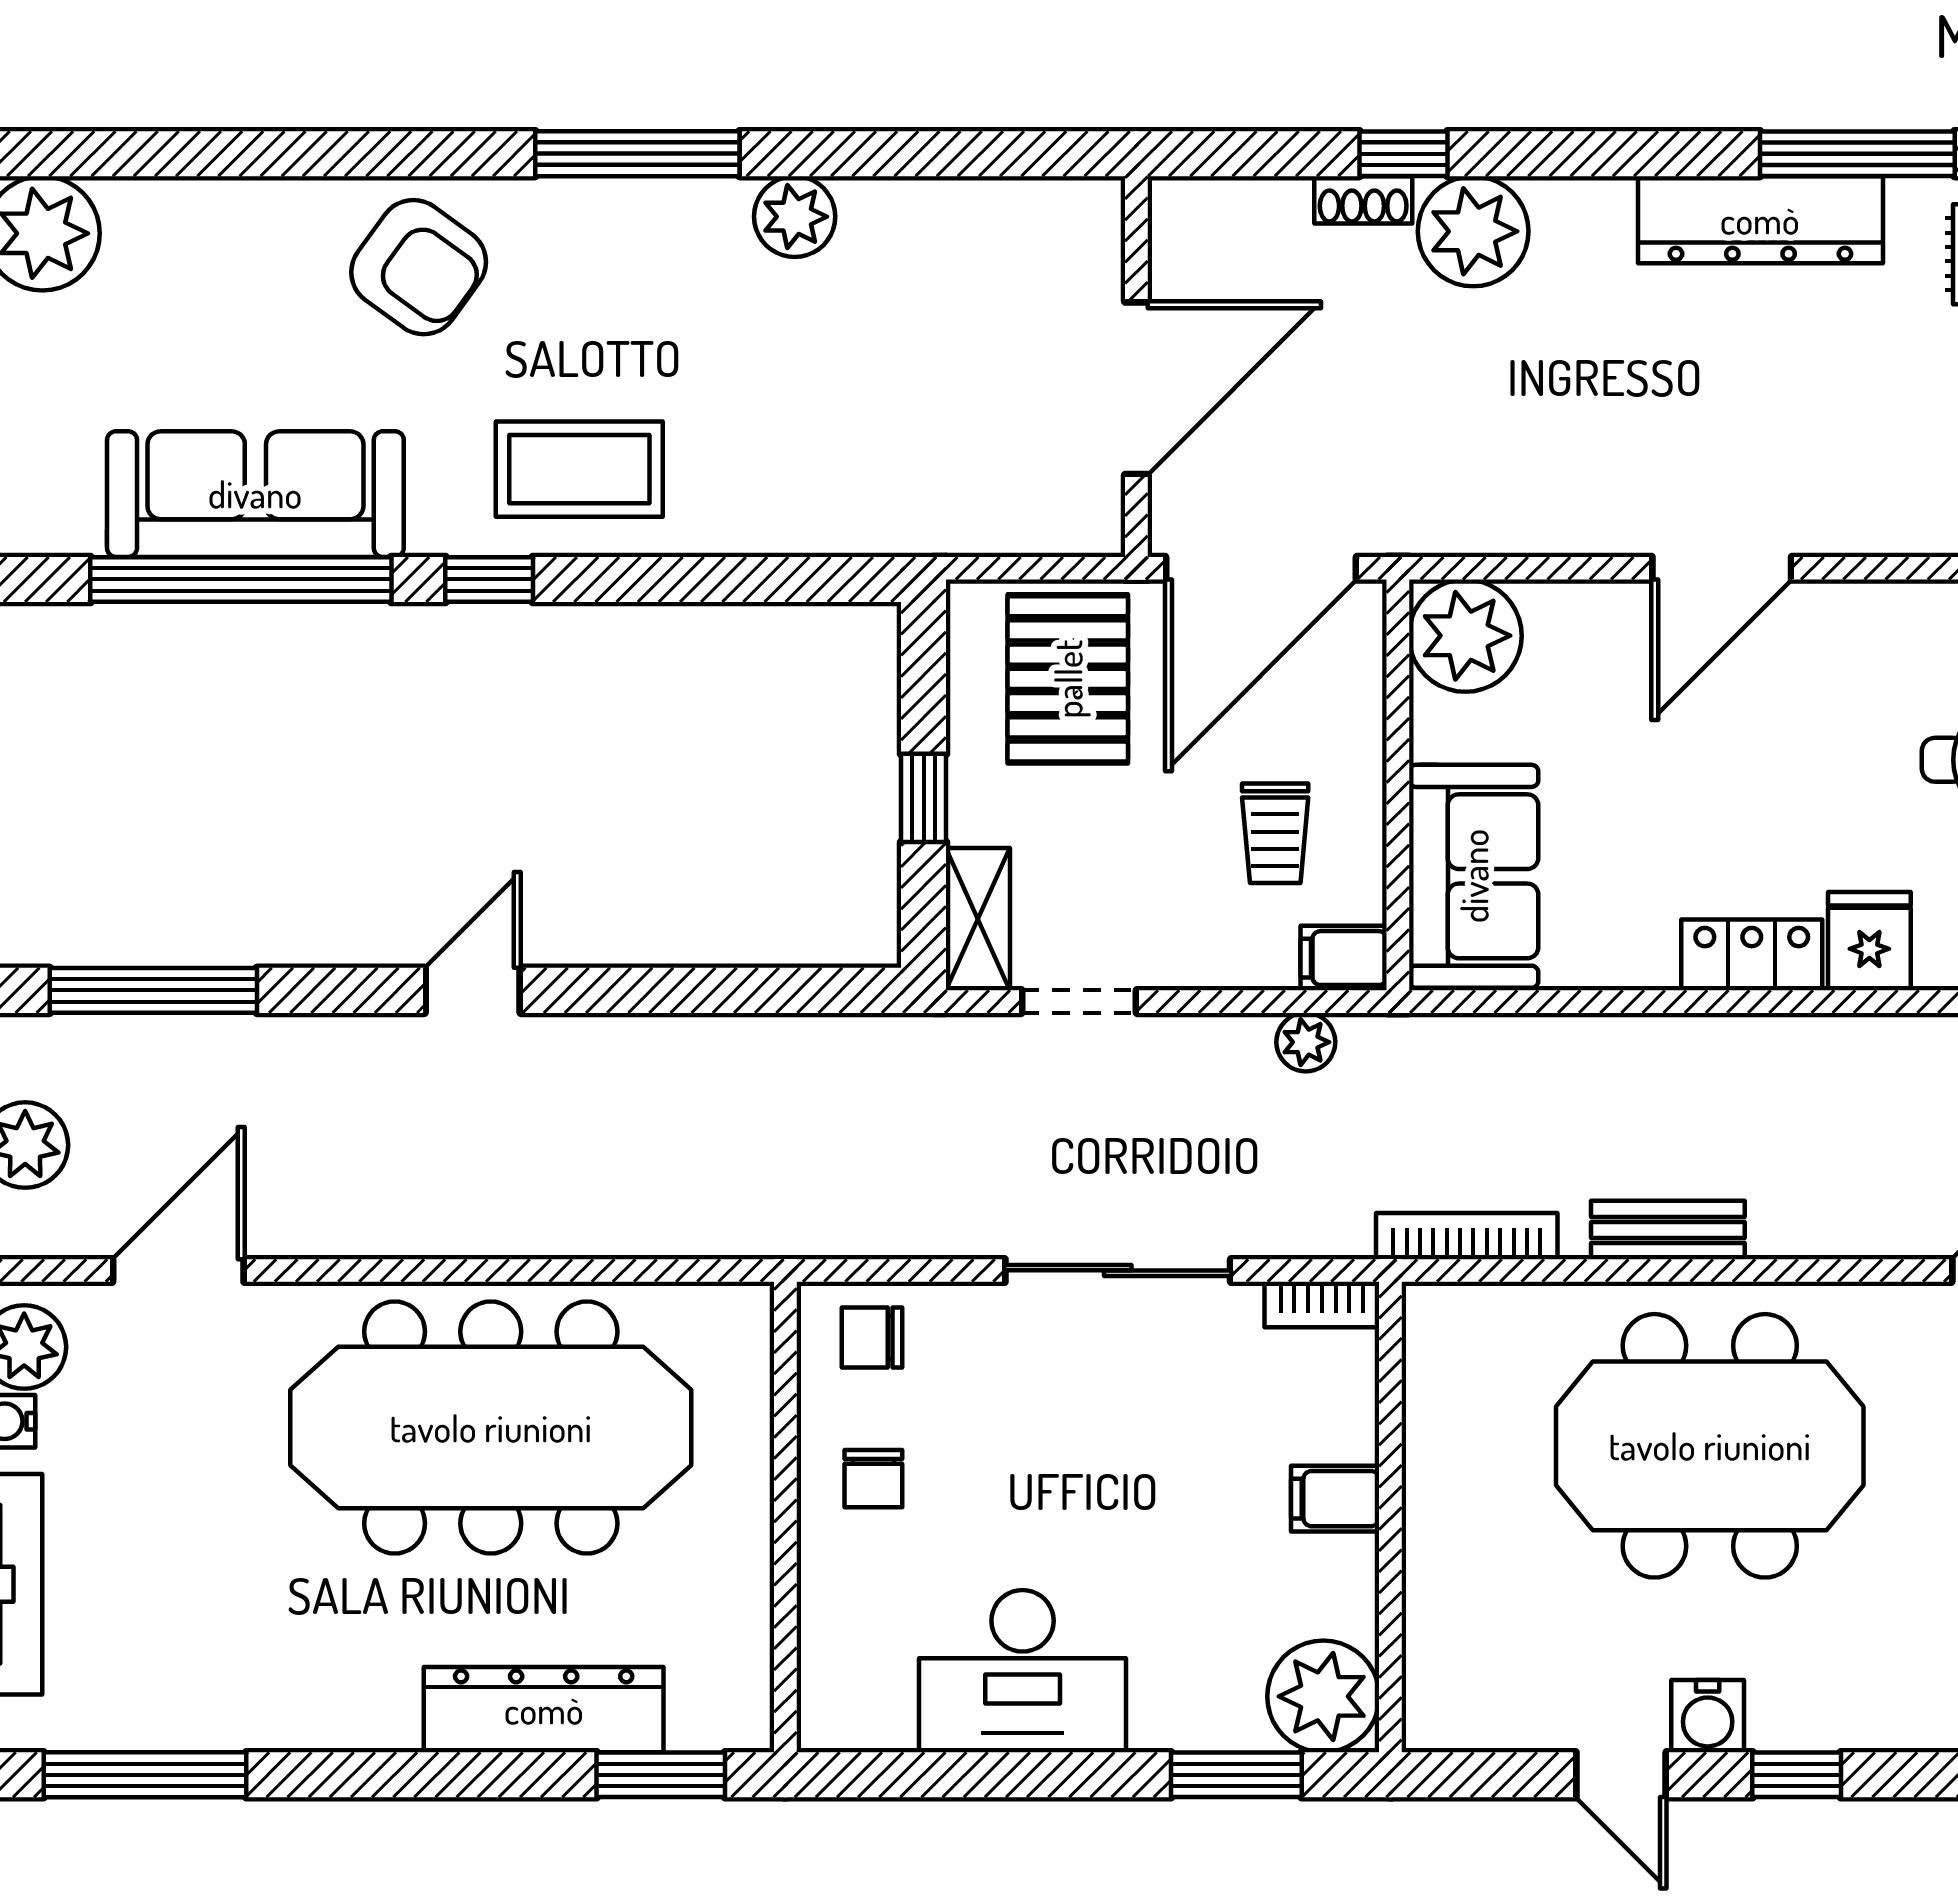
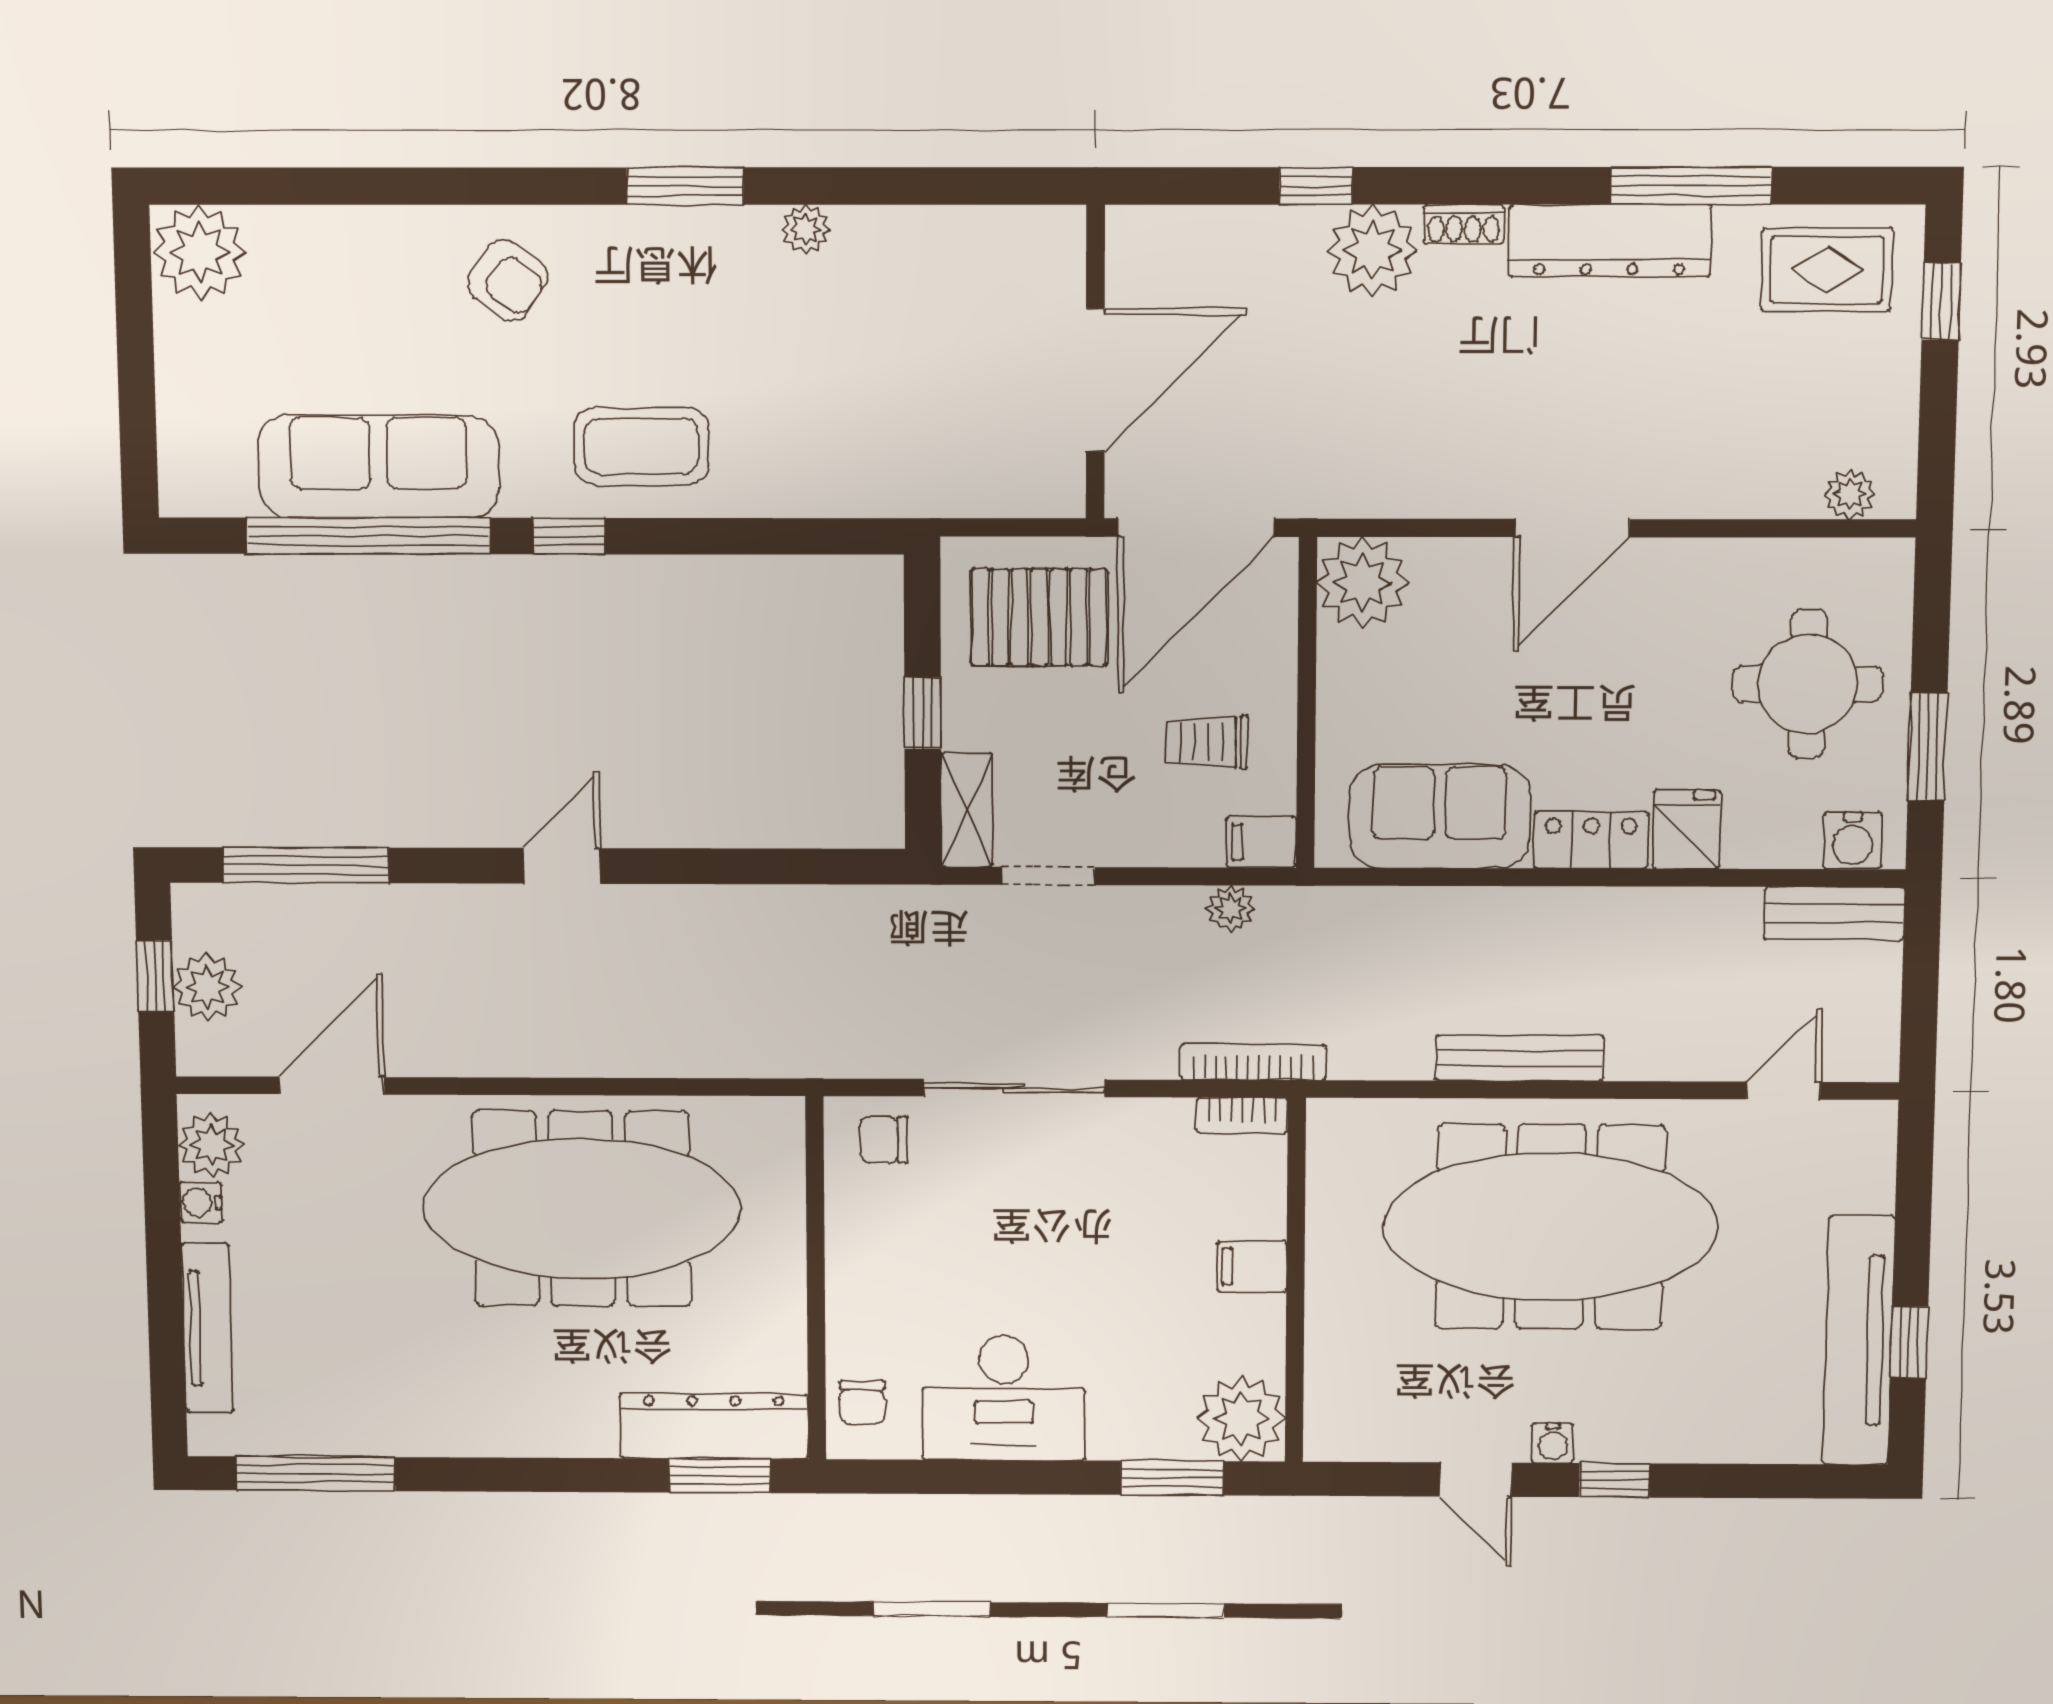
window: (637, 154) -> (685, 186), width x0.69
shoe rack: (1363, 200) -> (1464, 224), moved
plant: (795, 217) -> (806, 229), width x0.73, depth x0.73
armchair: (419, 267) -> (507, 280), width x0.72, depth x0.72
pallet: (1068, 679) -> (1039, 617), turned 90
trolley: (1275, 833) -> (1207, 742), turned 90
sofa: (1474, 876) -> (1440, 817), moved, turned -90
bench: (1668, 1230) -> (1520, 1058), width x1.36
bookcase: (1467, 1236) -> (1253, 1062), moved
sliding door: (1118, 1270) -> (1014, 1088), moved
meeting table: (1710, 1446) -> (1550, 1227), width x1.36
chair: (873, 1479) -> (862, 1403), moved
dresser: (544, 1710) -> (714, 1426), moved
water cooler: (1708, 1716) -> (1553, 1443), width x0.72, depth x0.72

